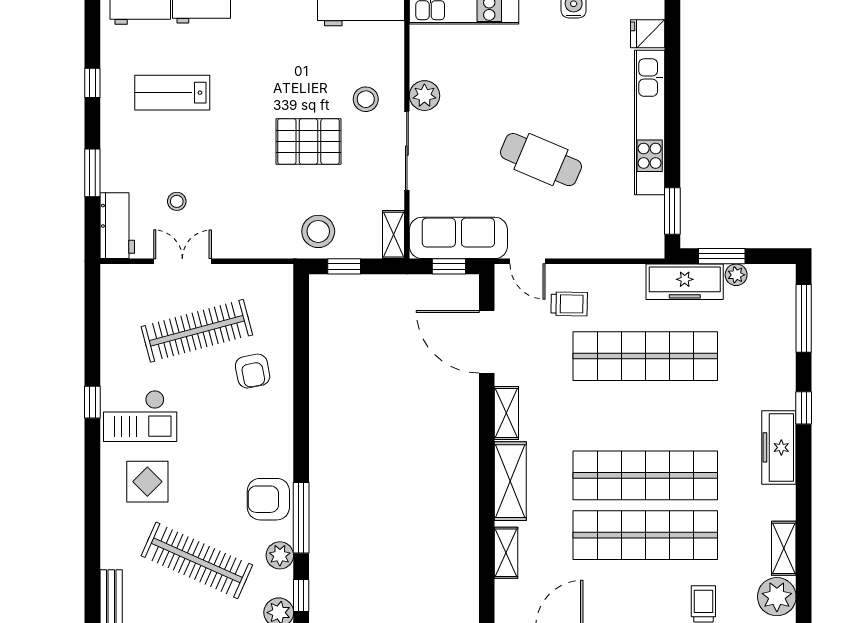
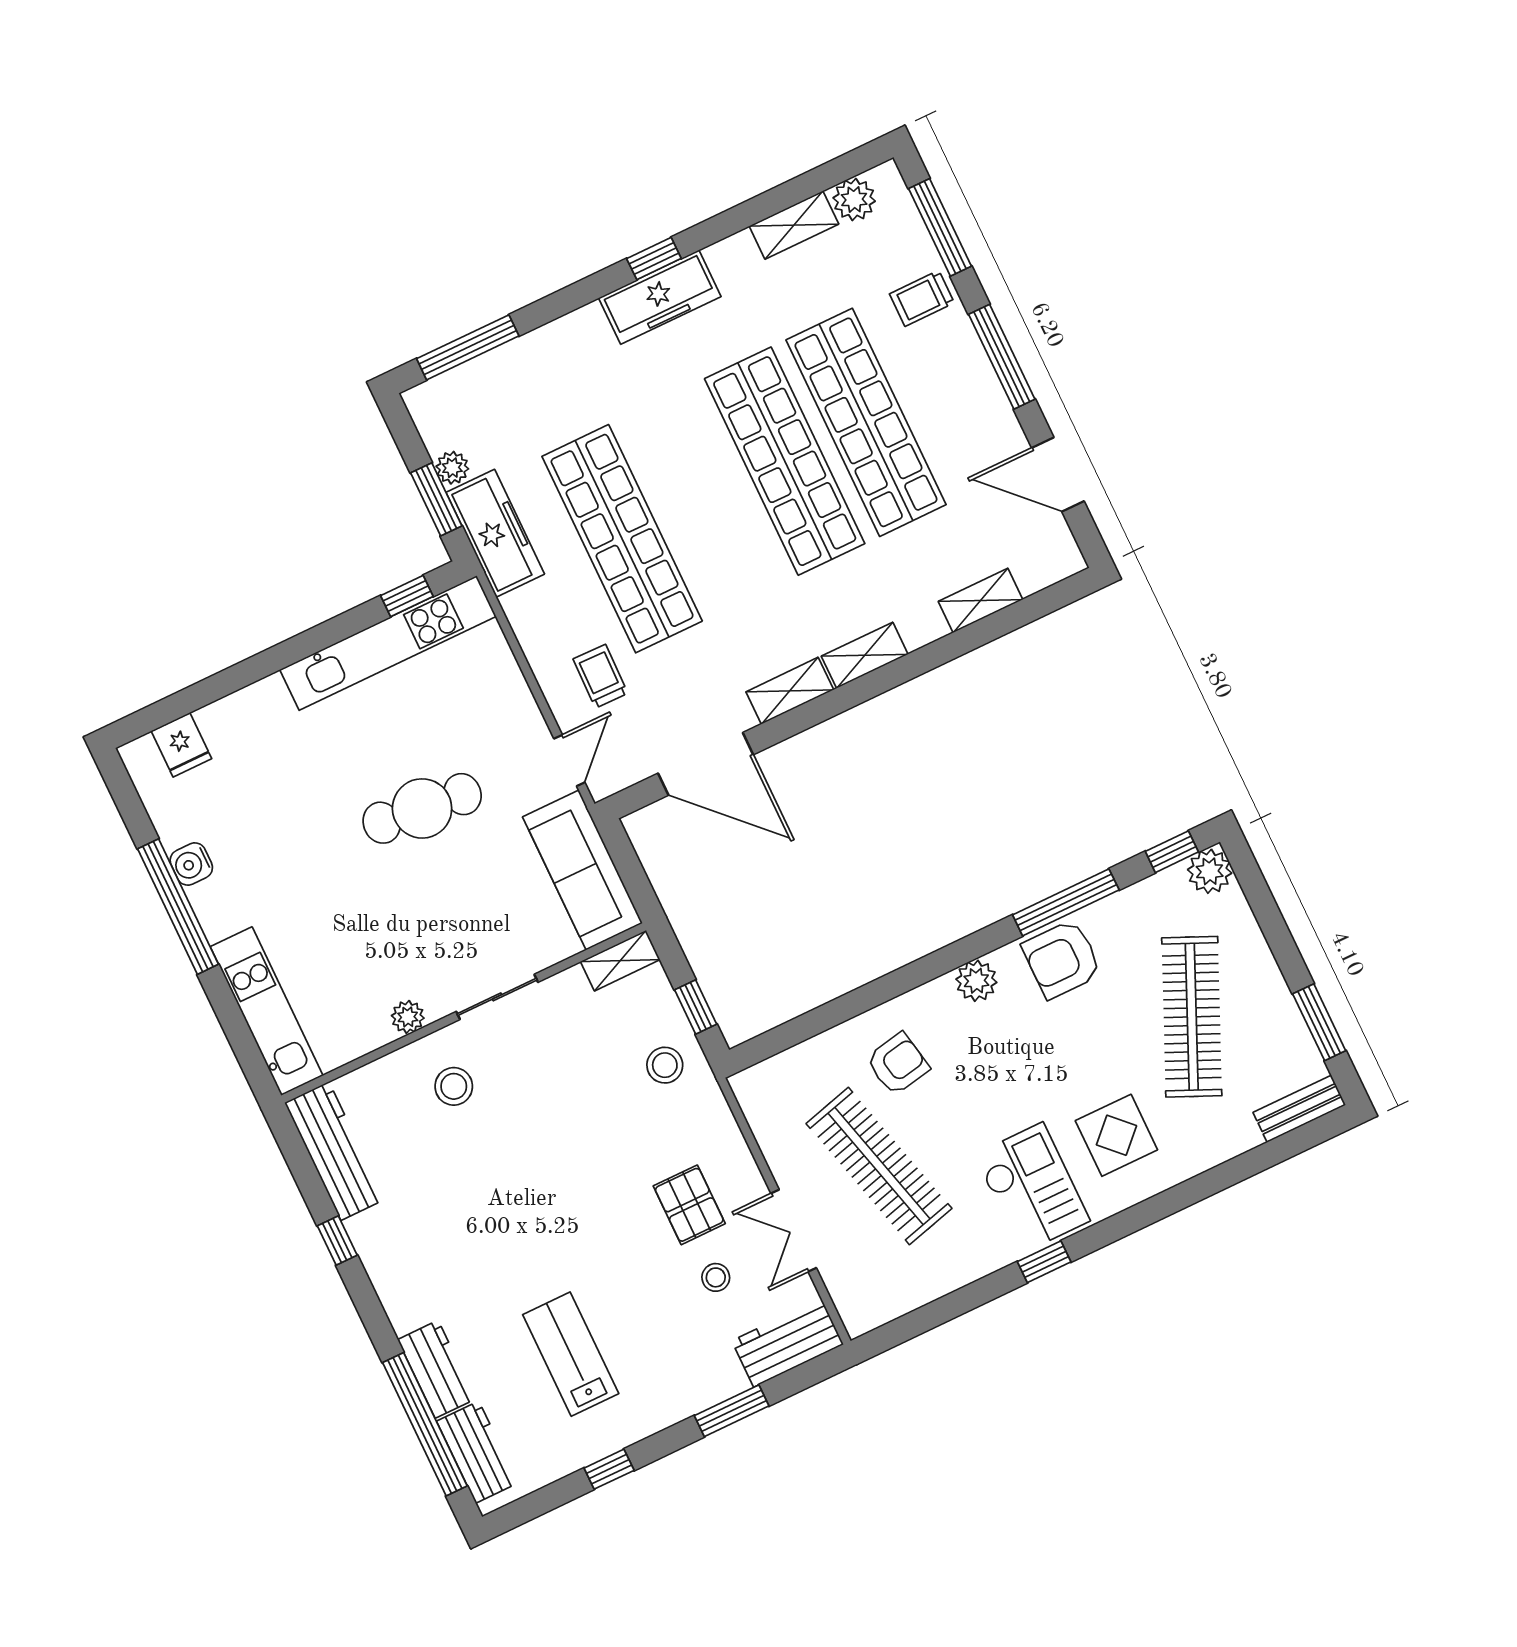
lab bench: (172, 93) -> (571, 1354), turned 180
plant: (424, 96) -> (408, 1017), width x0.73, depth x0.73
kitchen unit: (650, 122) -> (388, 643), moved
pallet: (308, 141) -> (689, 1205), moved, width x0.67, depth x0.71
sliding door: (407, 151) -> (497, 997), width x0.73
cafe table: (541, 160) -> (422, 808), turned 73
window: (672, 211) -> (407, 596), width x0.67
stool: (318, 231) -> (665, 1065), width x0.73, depth x0.73
window: (449, 266) -> (628, 864), removed
door: (487, 342) -> (706, 764), hinge flipped
window: (804, 408) -> (654, 258), moved
shelving: (510, 481) -> (865, 655), width x0.67, depth x0.75
armchair: (268, 499) -> (1062, 959), turned 90
plant: (280, 555) -> (976, 981), moved
plant: (777, 597) -> (854, 199), width x0.73, depth x0.73

